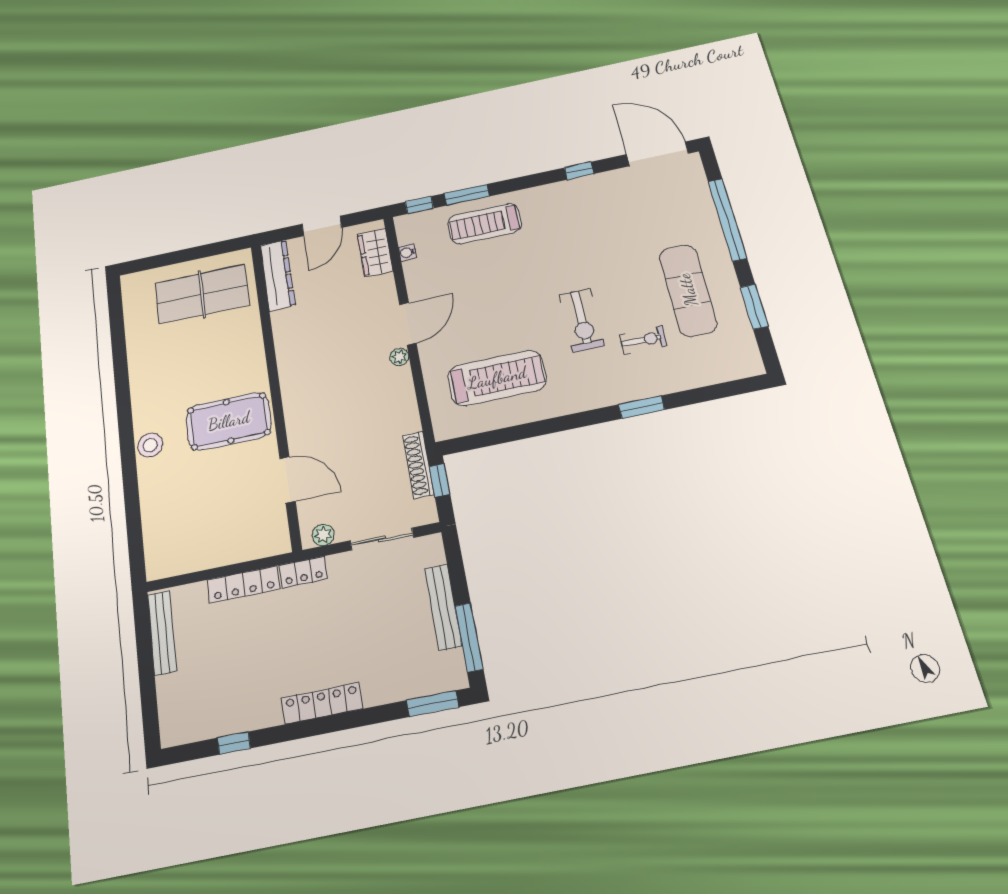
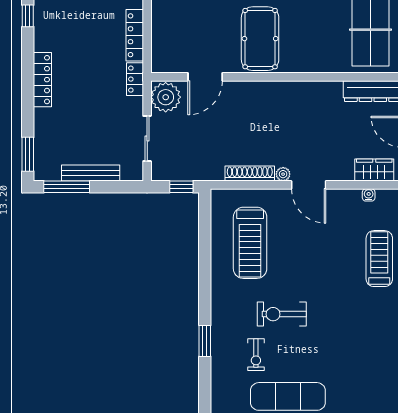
shoe rack: (418, 465) -> (250, 174), moved
plant: (323, 535) -> (166, 97), width x1.88, depth x1.88

